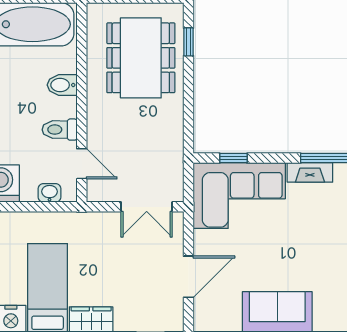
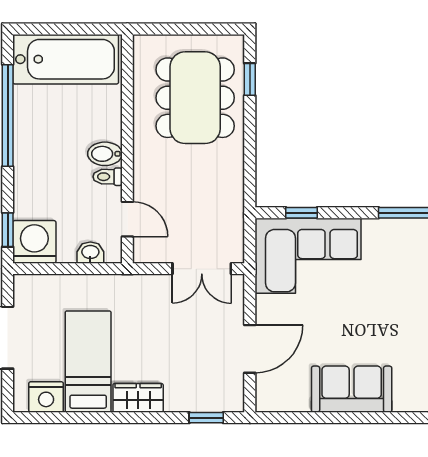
bidet: (62, 85) -> (105, 154), moved
toilet: (60, 130) -> (108, 177), width x0.73, depth x0.72
fireplace: (310, 172) -> (389, 229), removed

